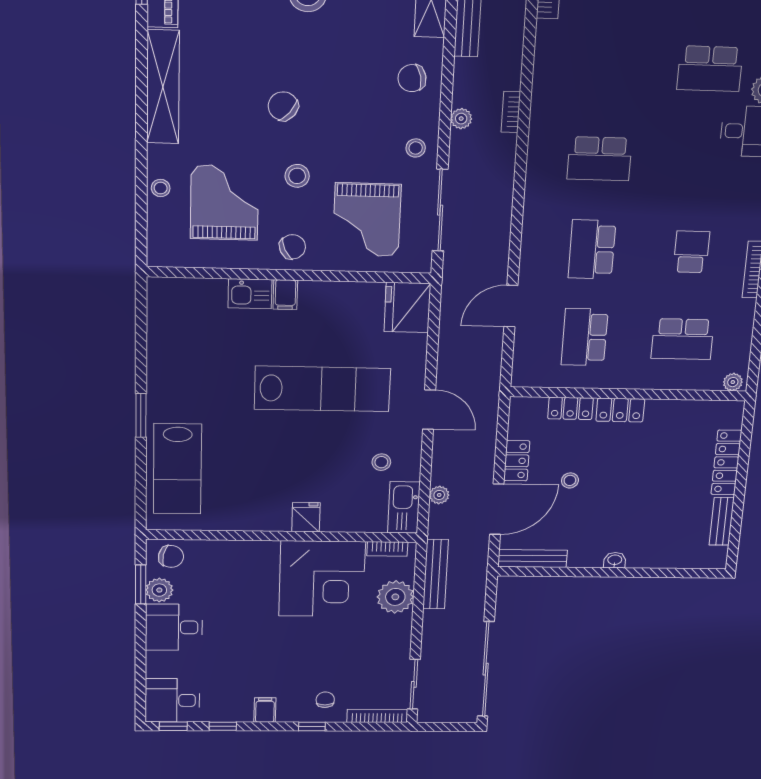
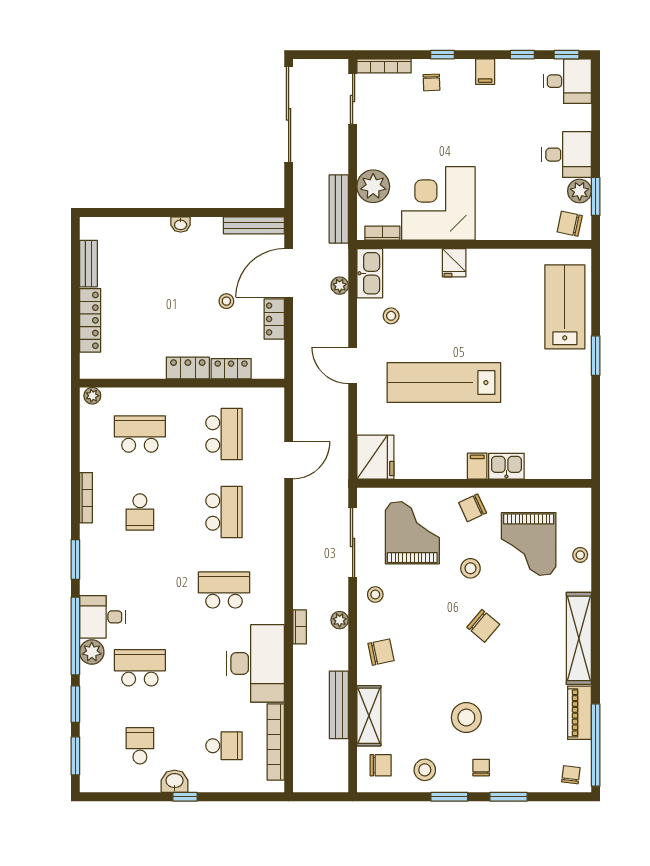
desk: (568, 69) -> (255, 663), added

